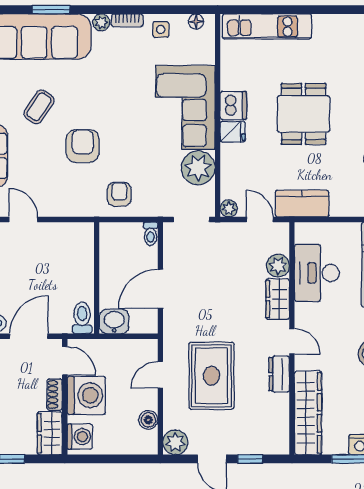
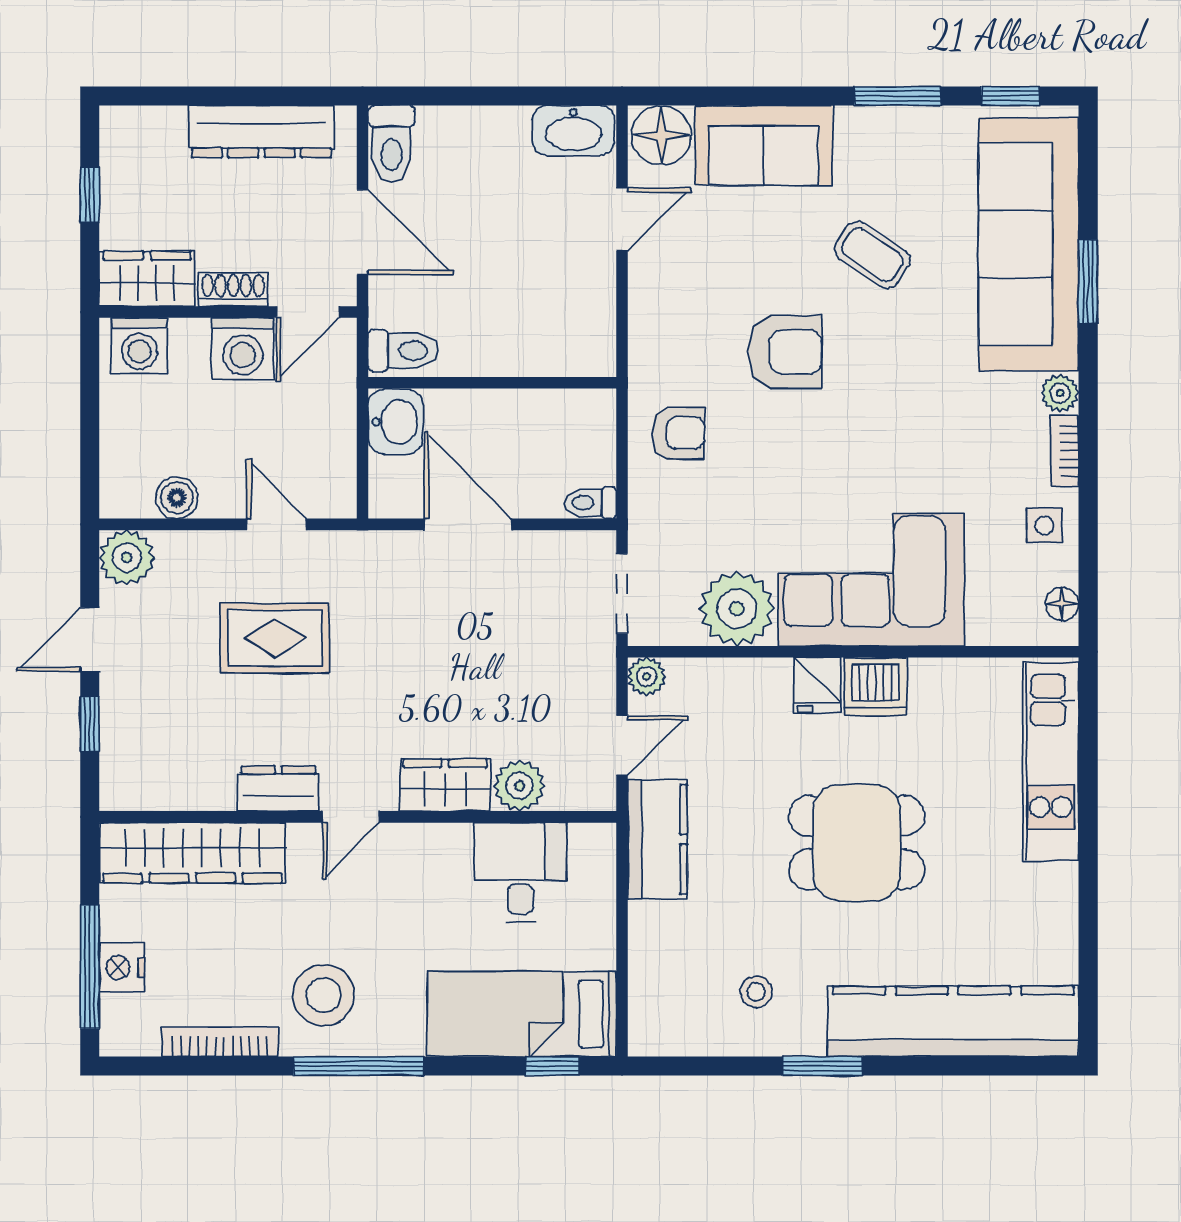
desk: (317, 273) -> (520, 872), width x0.73
rug: (211, 376) -> (275, 638), width x0.73, depth x0.70
washing machine: (86, 395) -> (243, 349), width x0.73, depth x0.73

